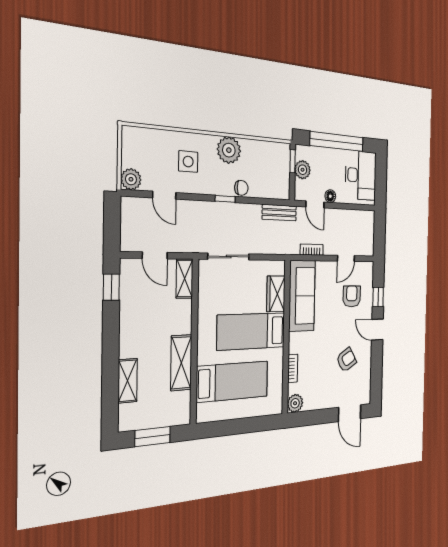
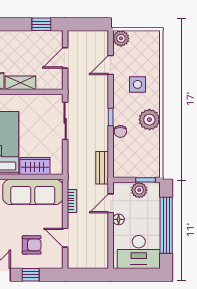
shelving: (185, 279) -> (20, 83), moved

